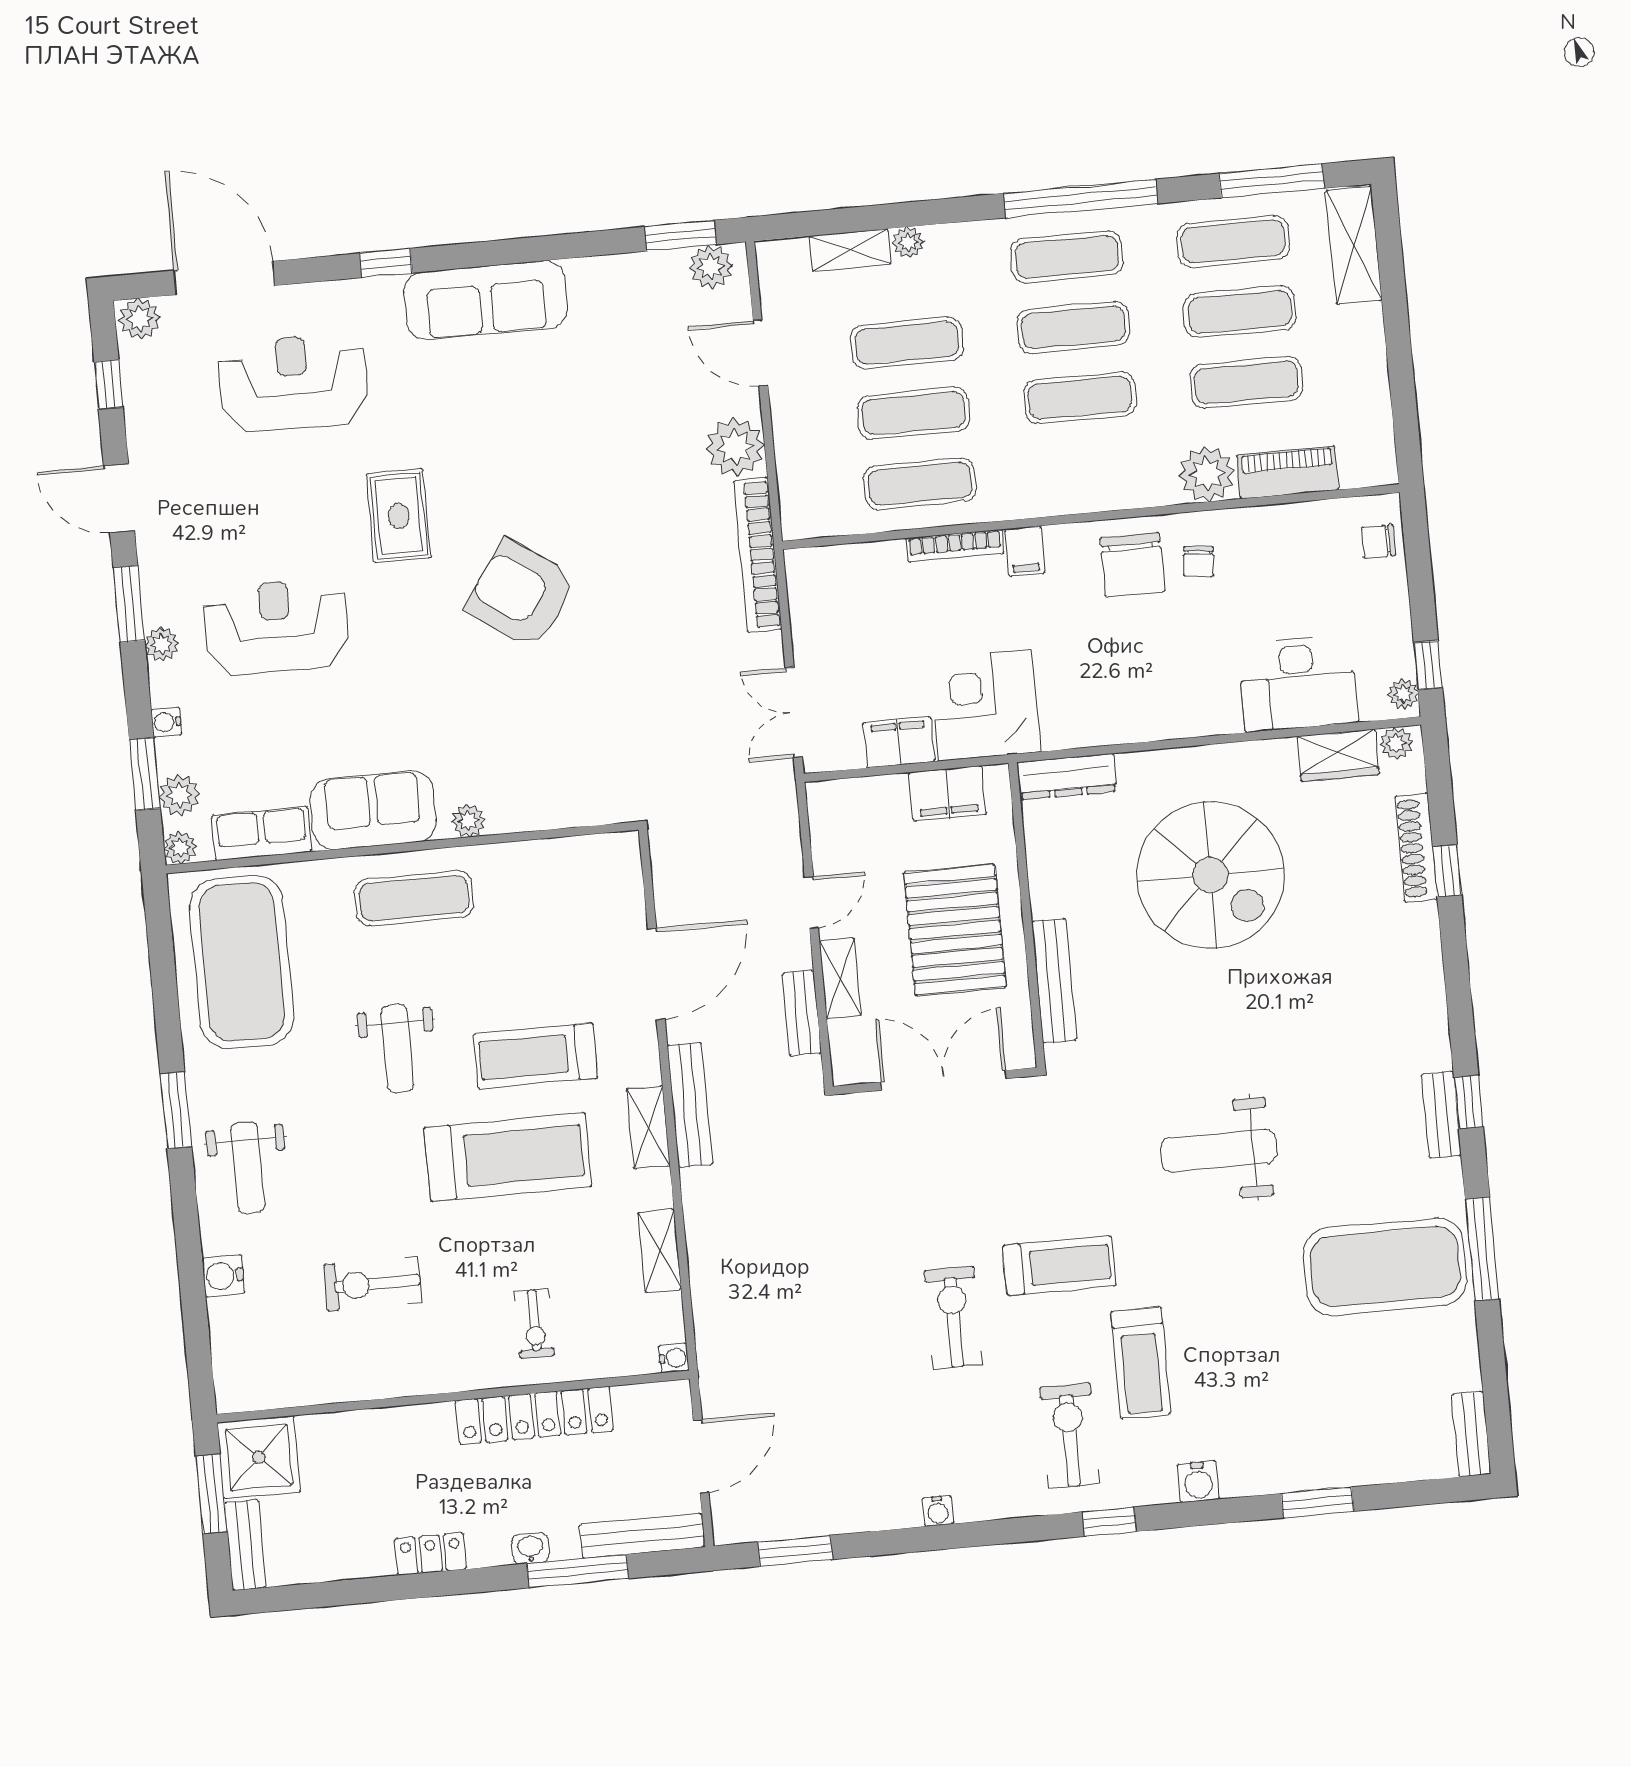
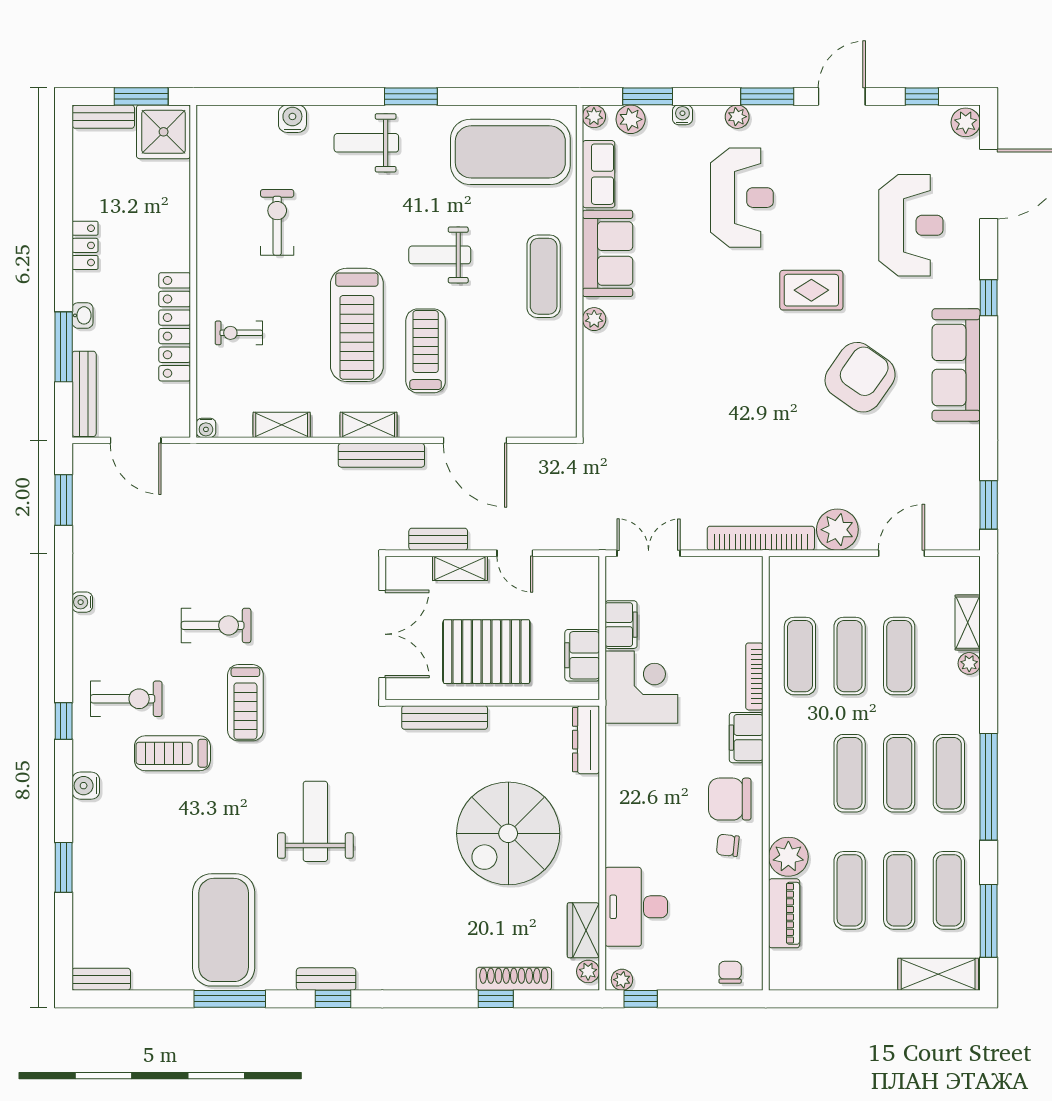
plant: (711, 267) -> (965, 524), removed
filing cabinet: (1025, 551) -> (746, 738), width x2.00
armchair: (521, 594) -> (860, 377), moved

